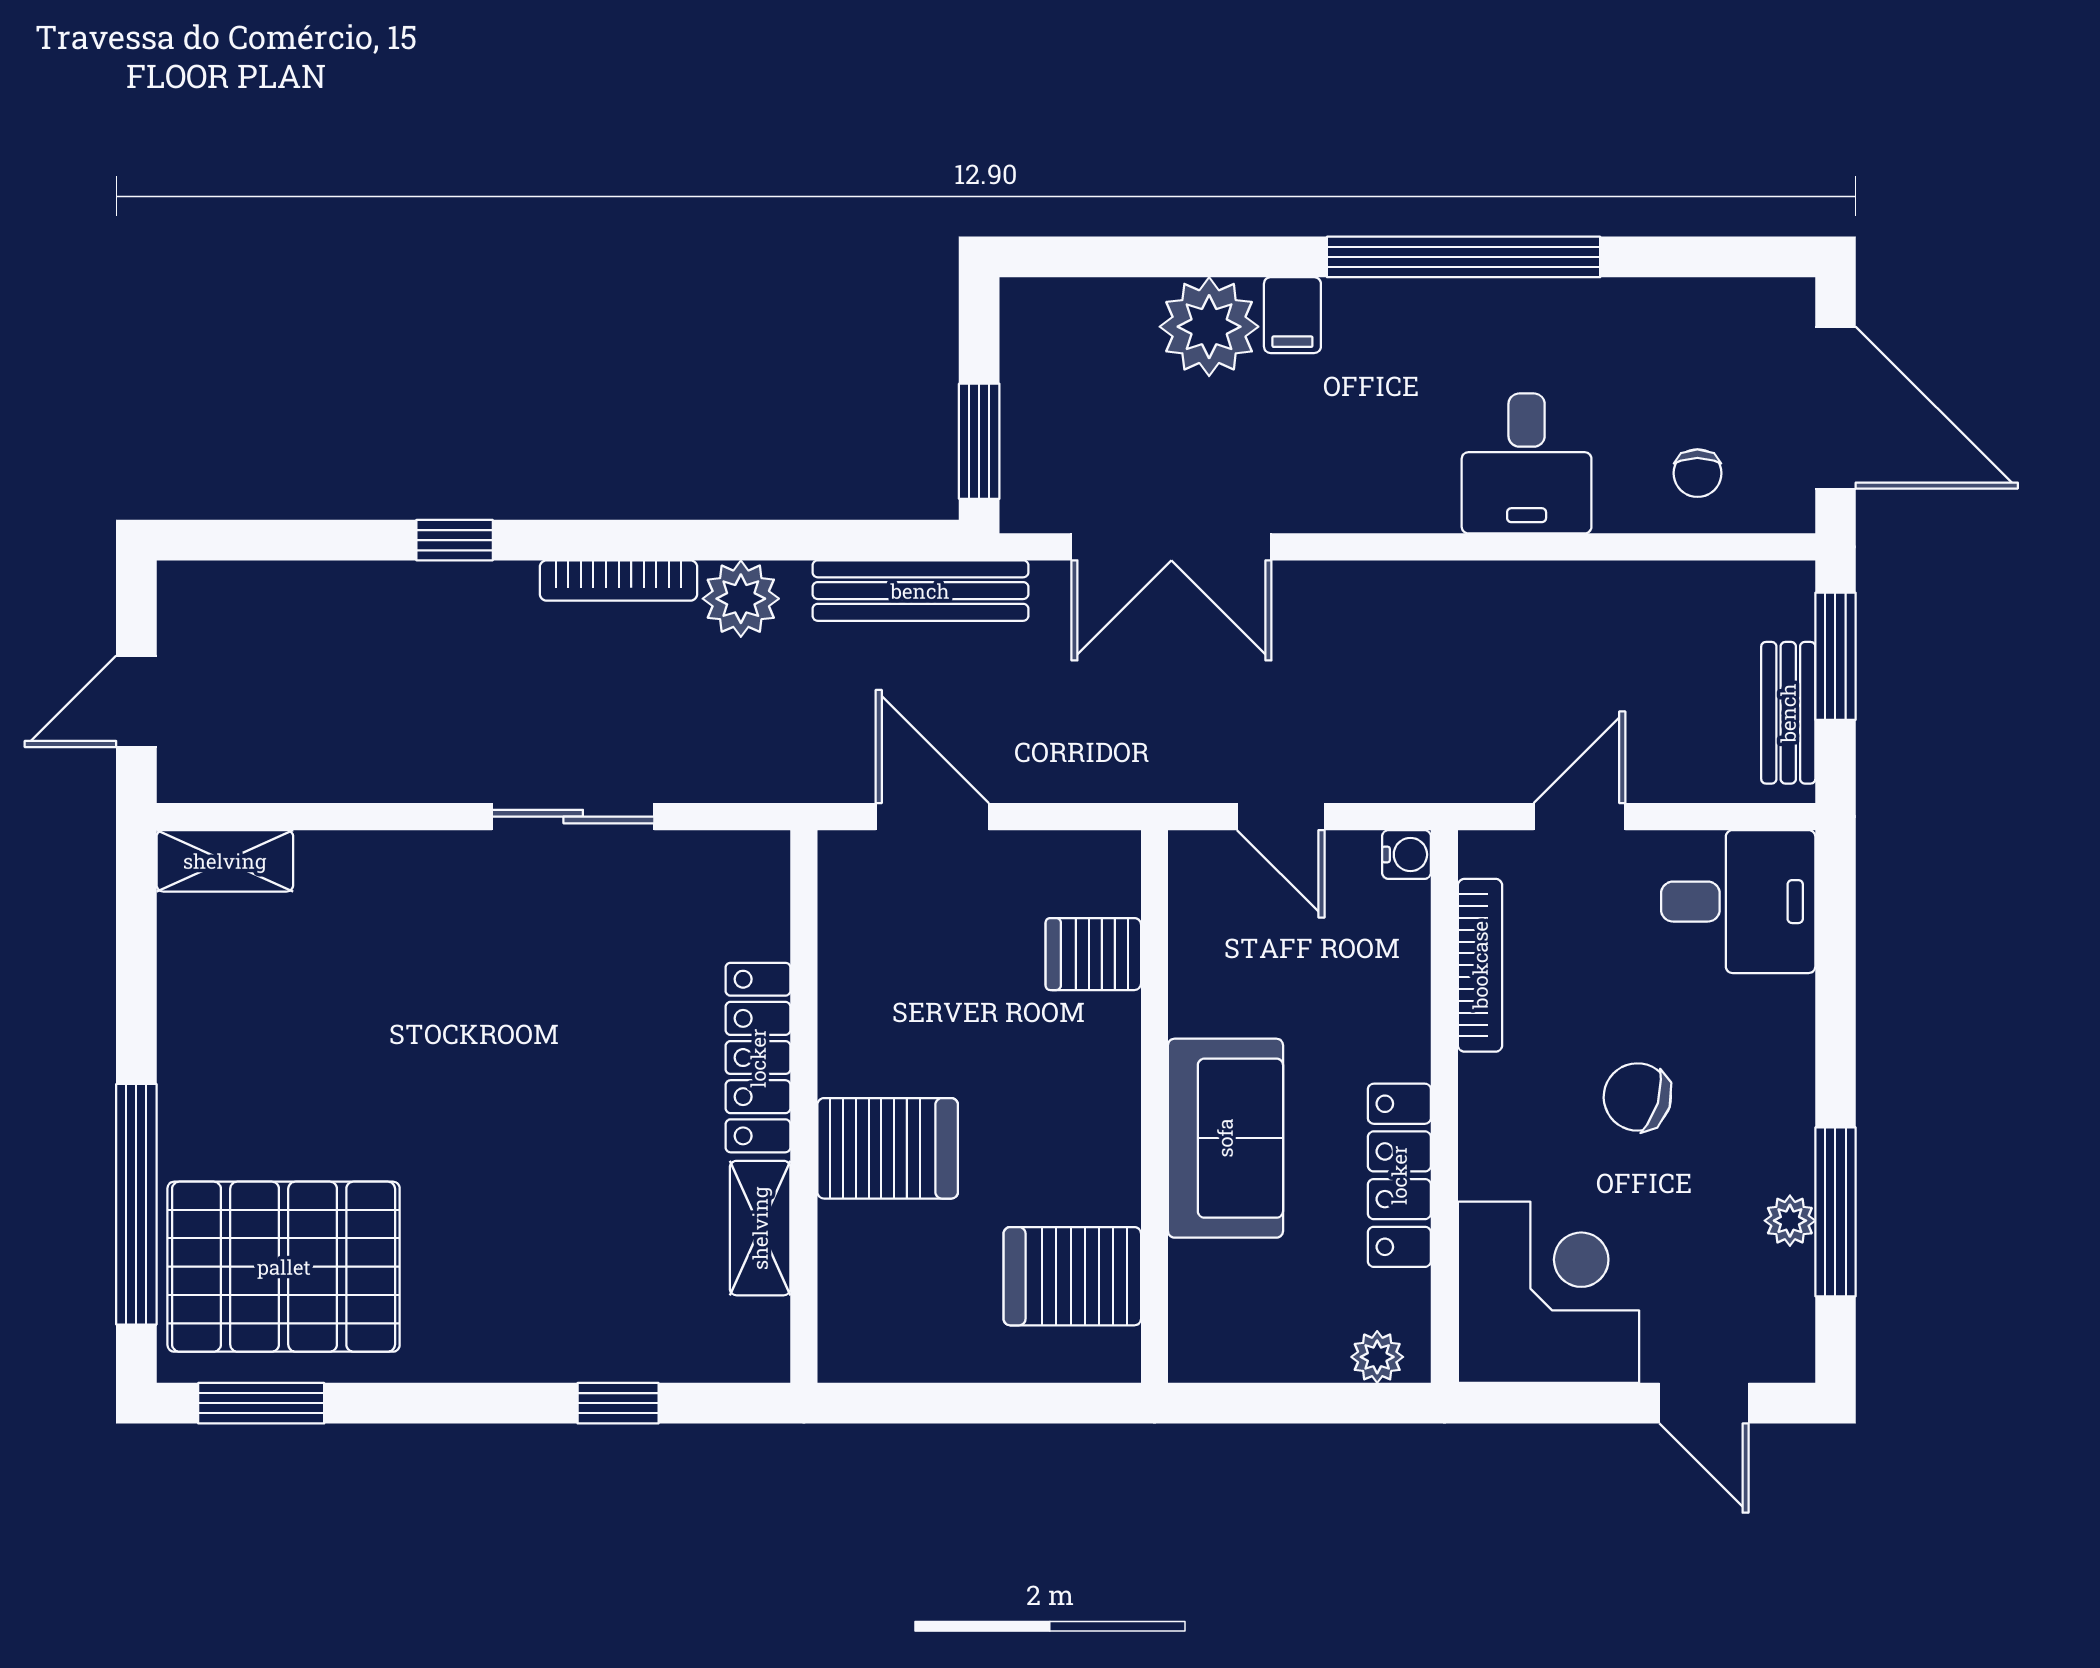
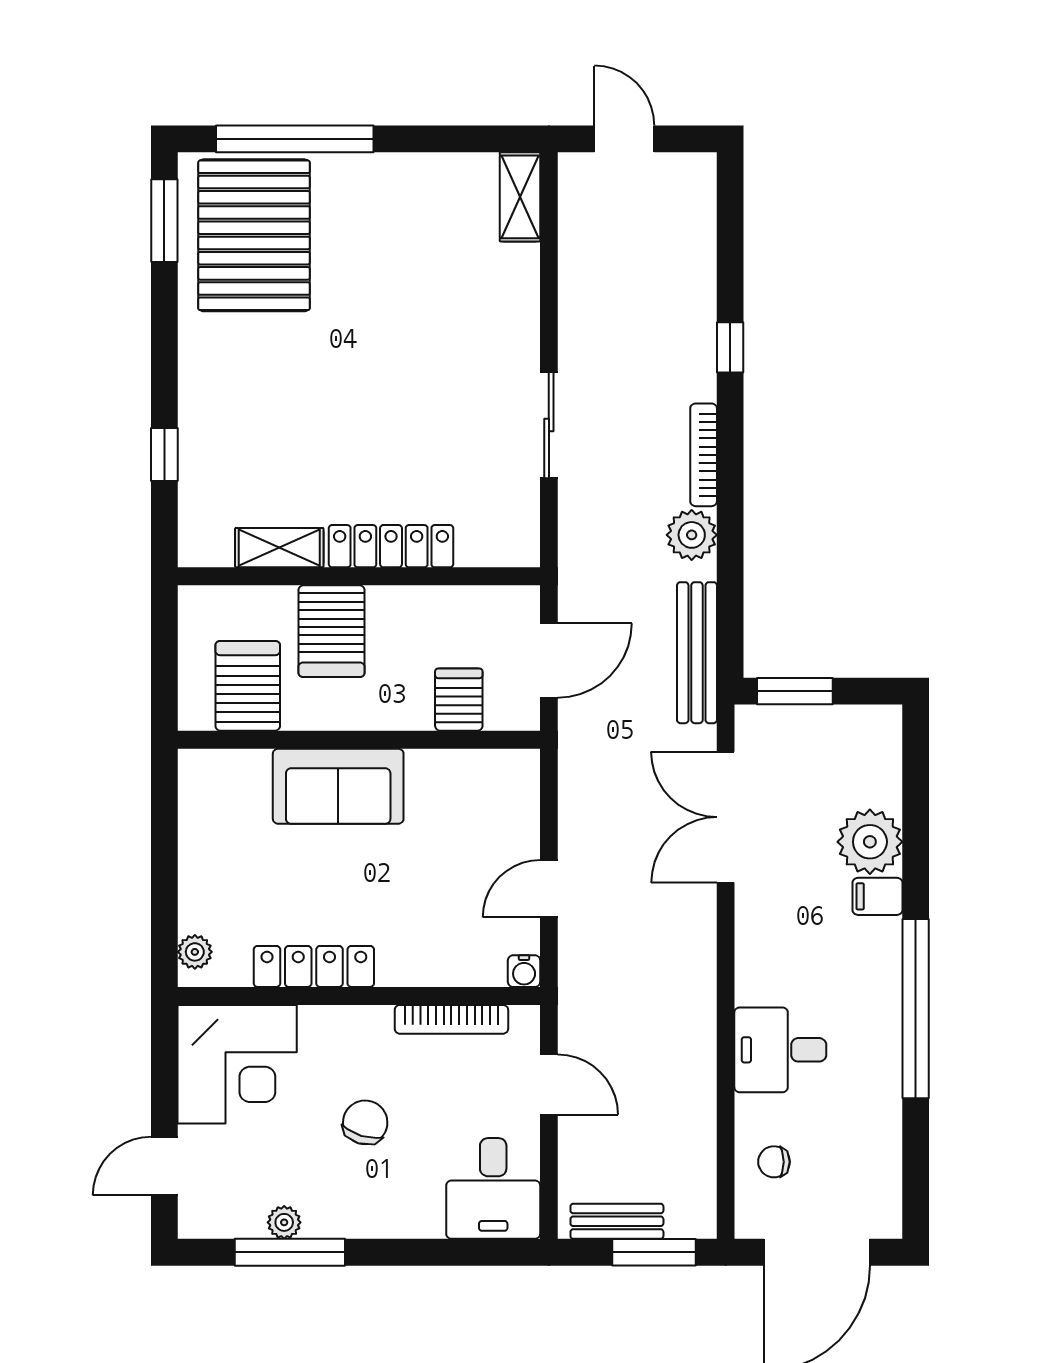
server rack: (1093, 954) -> (459, 700), moved
wall: (1154, 1107) -> (359, 740), moved
sofa: (1225, 1138) -> (338, 786), moved
server rack: (1072, 1276) -> (248, 686), moved

